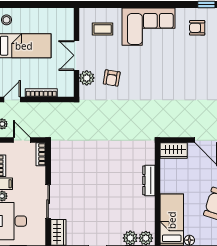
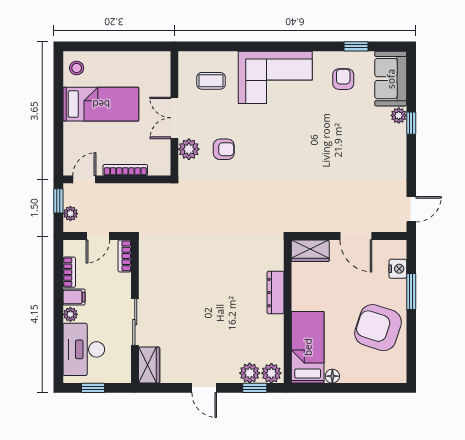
armchair: (197, 28) -> (343, 79), turned 90
armchair: (112, 78) -> (224, 149), turned -99
door: (22, 140) -> (98, 236), swing flipped

